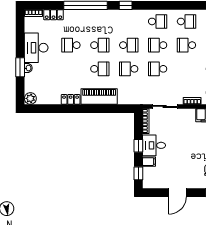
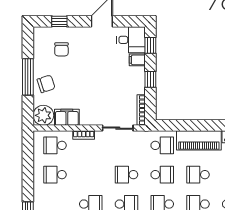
school desk: (158, 69) -> (126, 175), turned 180
school desk: (129, 93) -> (162, 145), added
desk: (154, 145) -> (131, 40), moved

